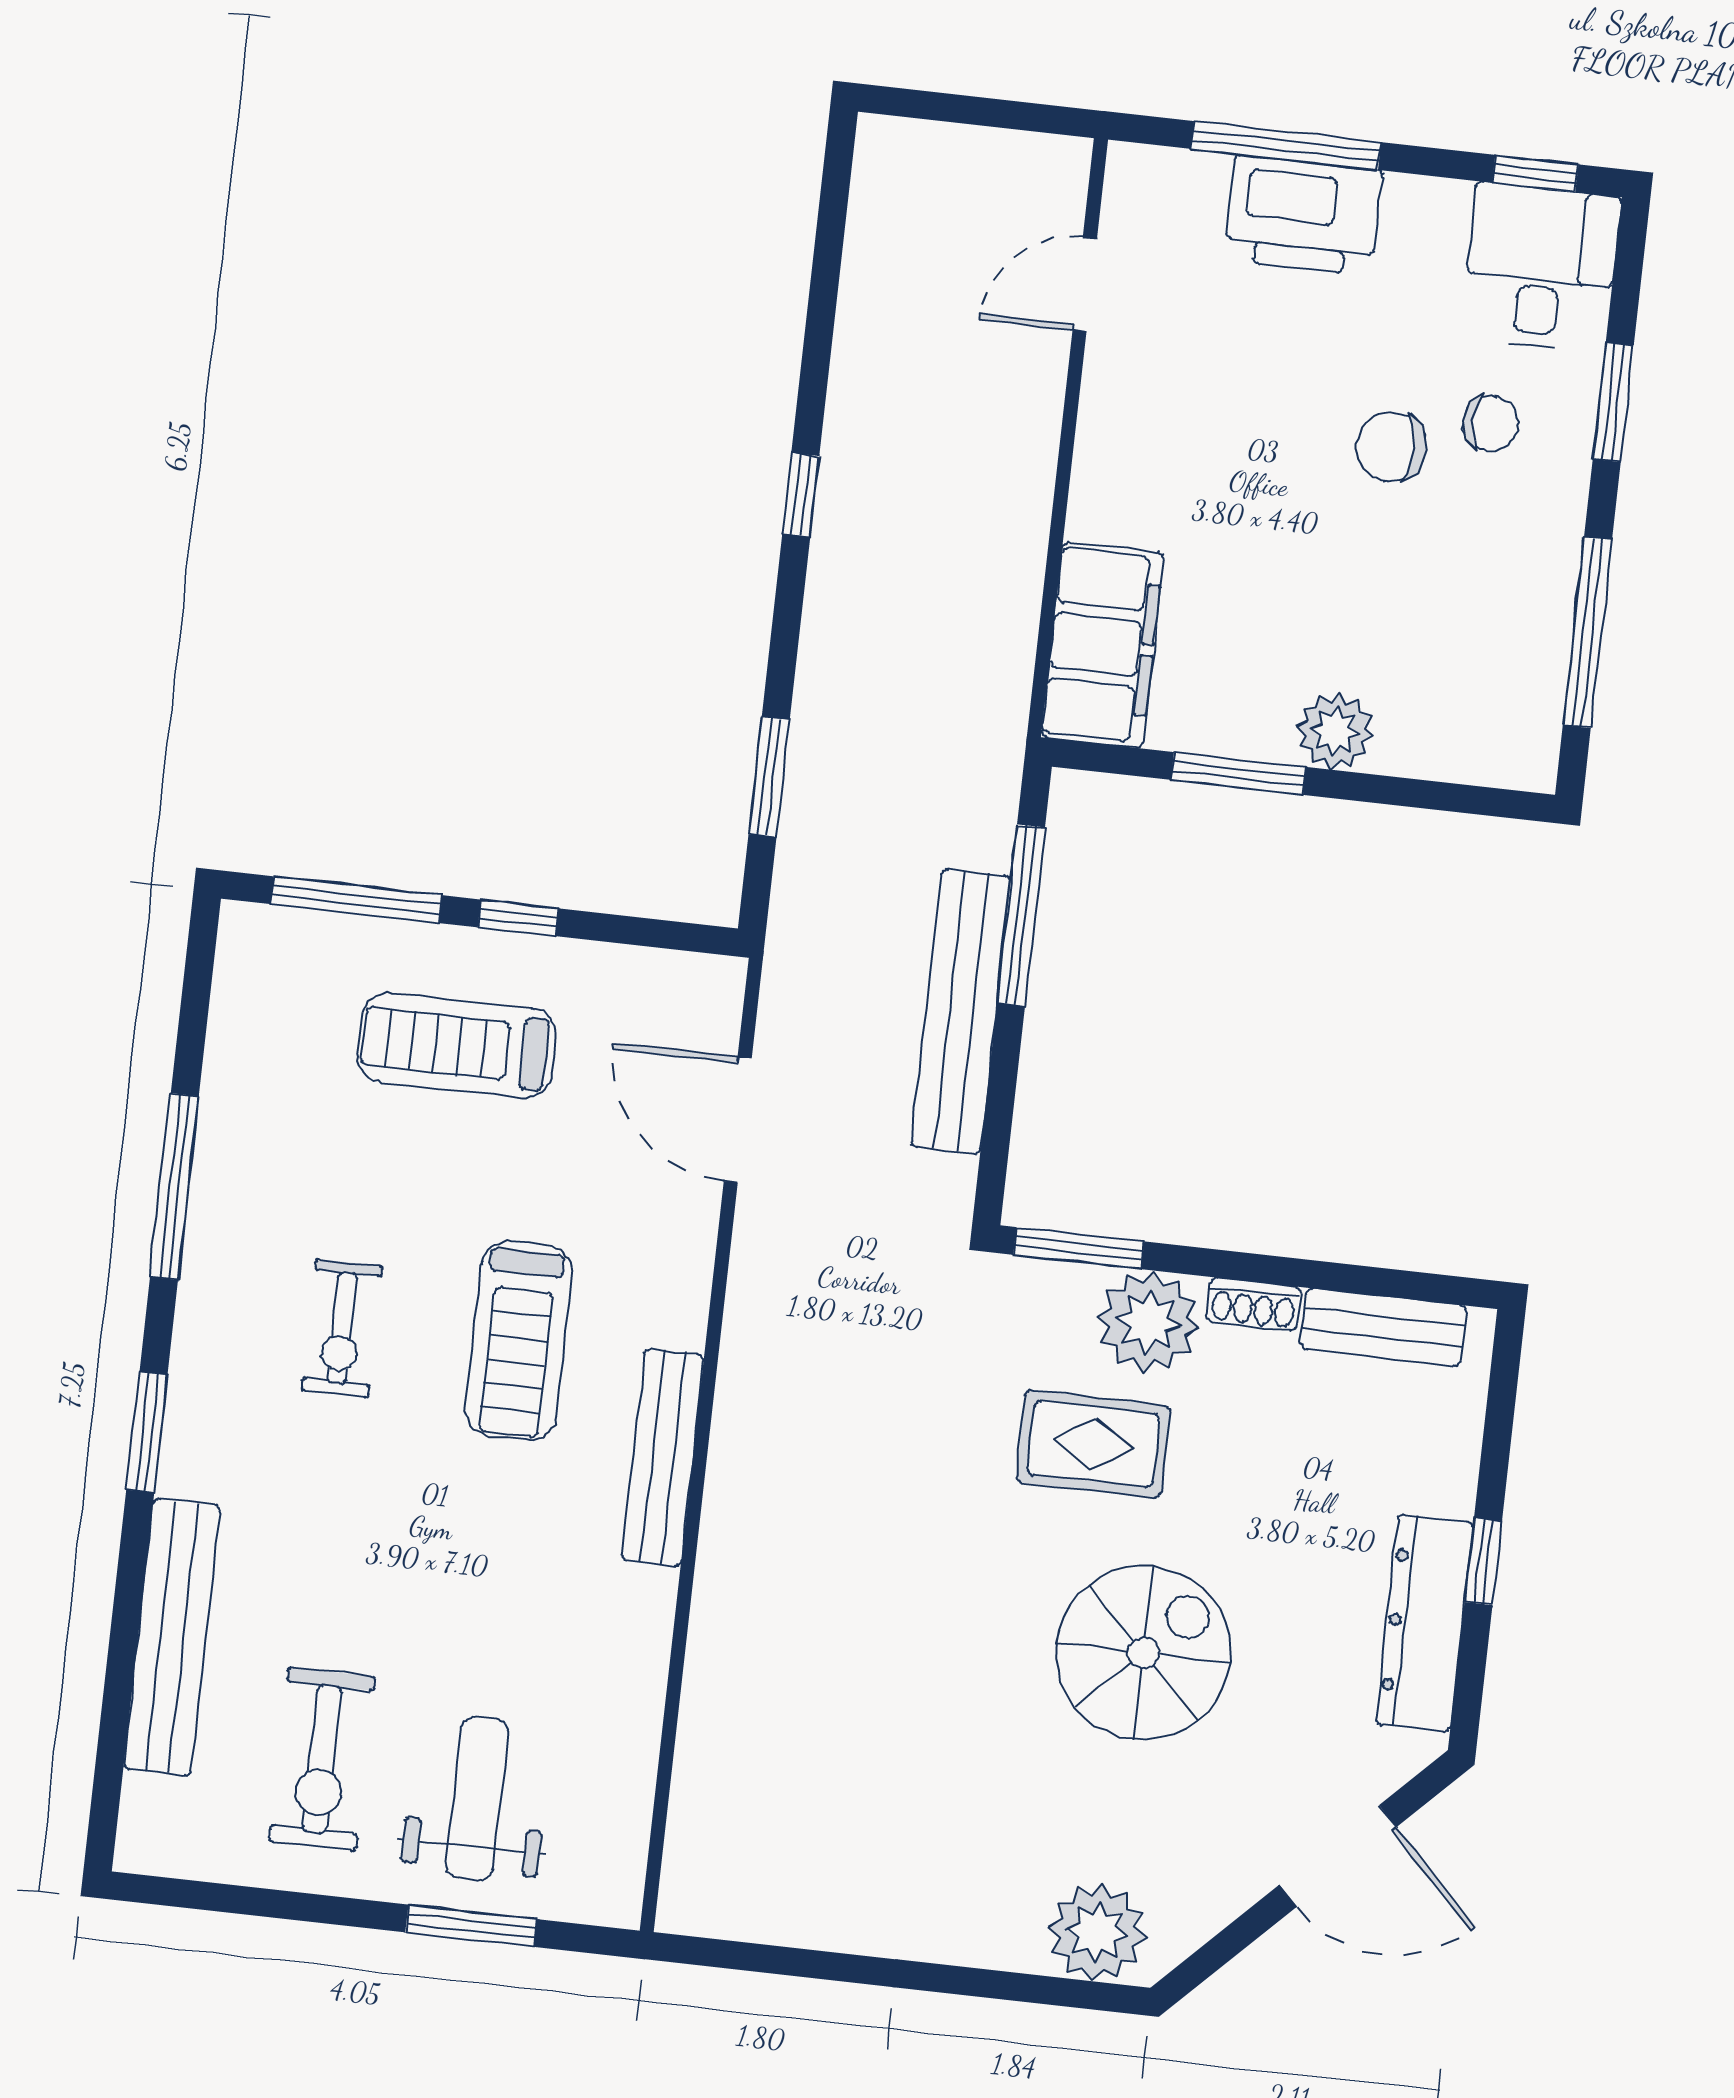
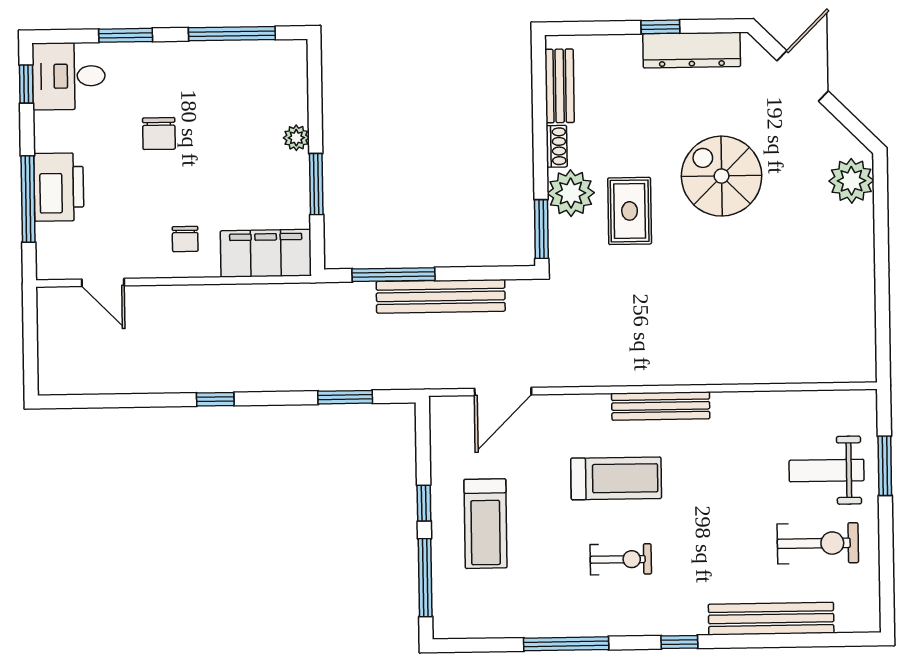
chair: (1490, 423) -> (185, 239), moved, turned 180
plant: (1335, 731) -> (296, 138), width x0.73, depth x0.73
window: (147, 1432) -> (679, 642), width x0.67

